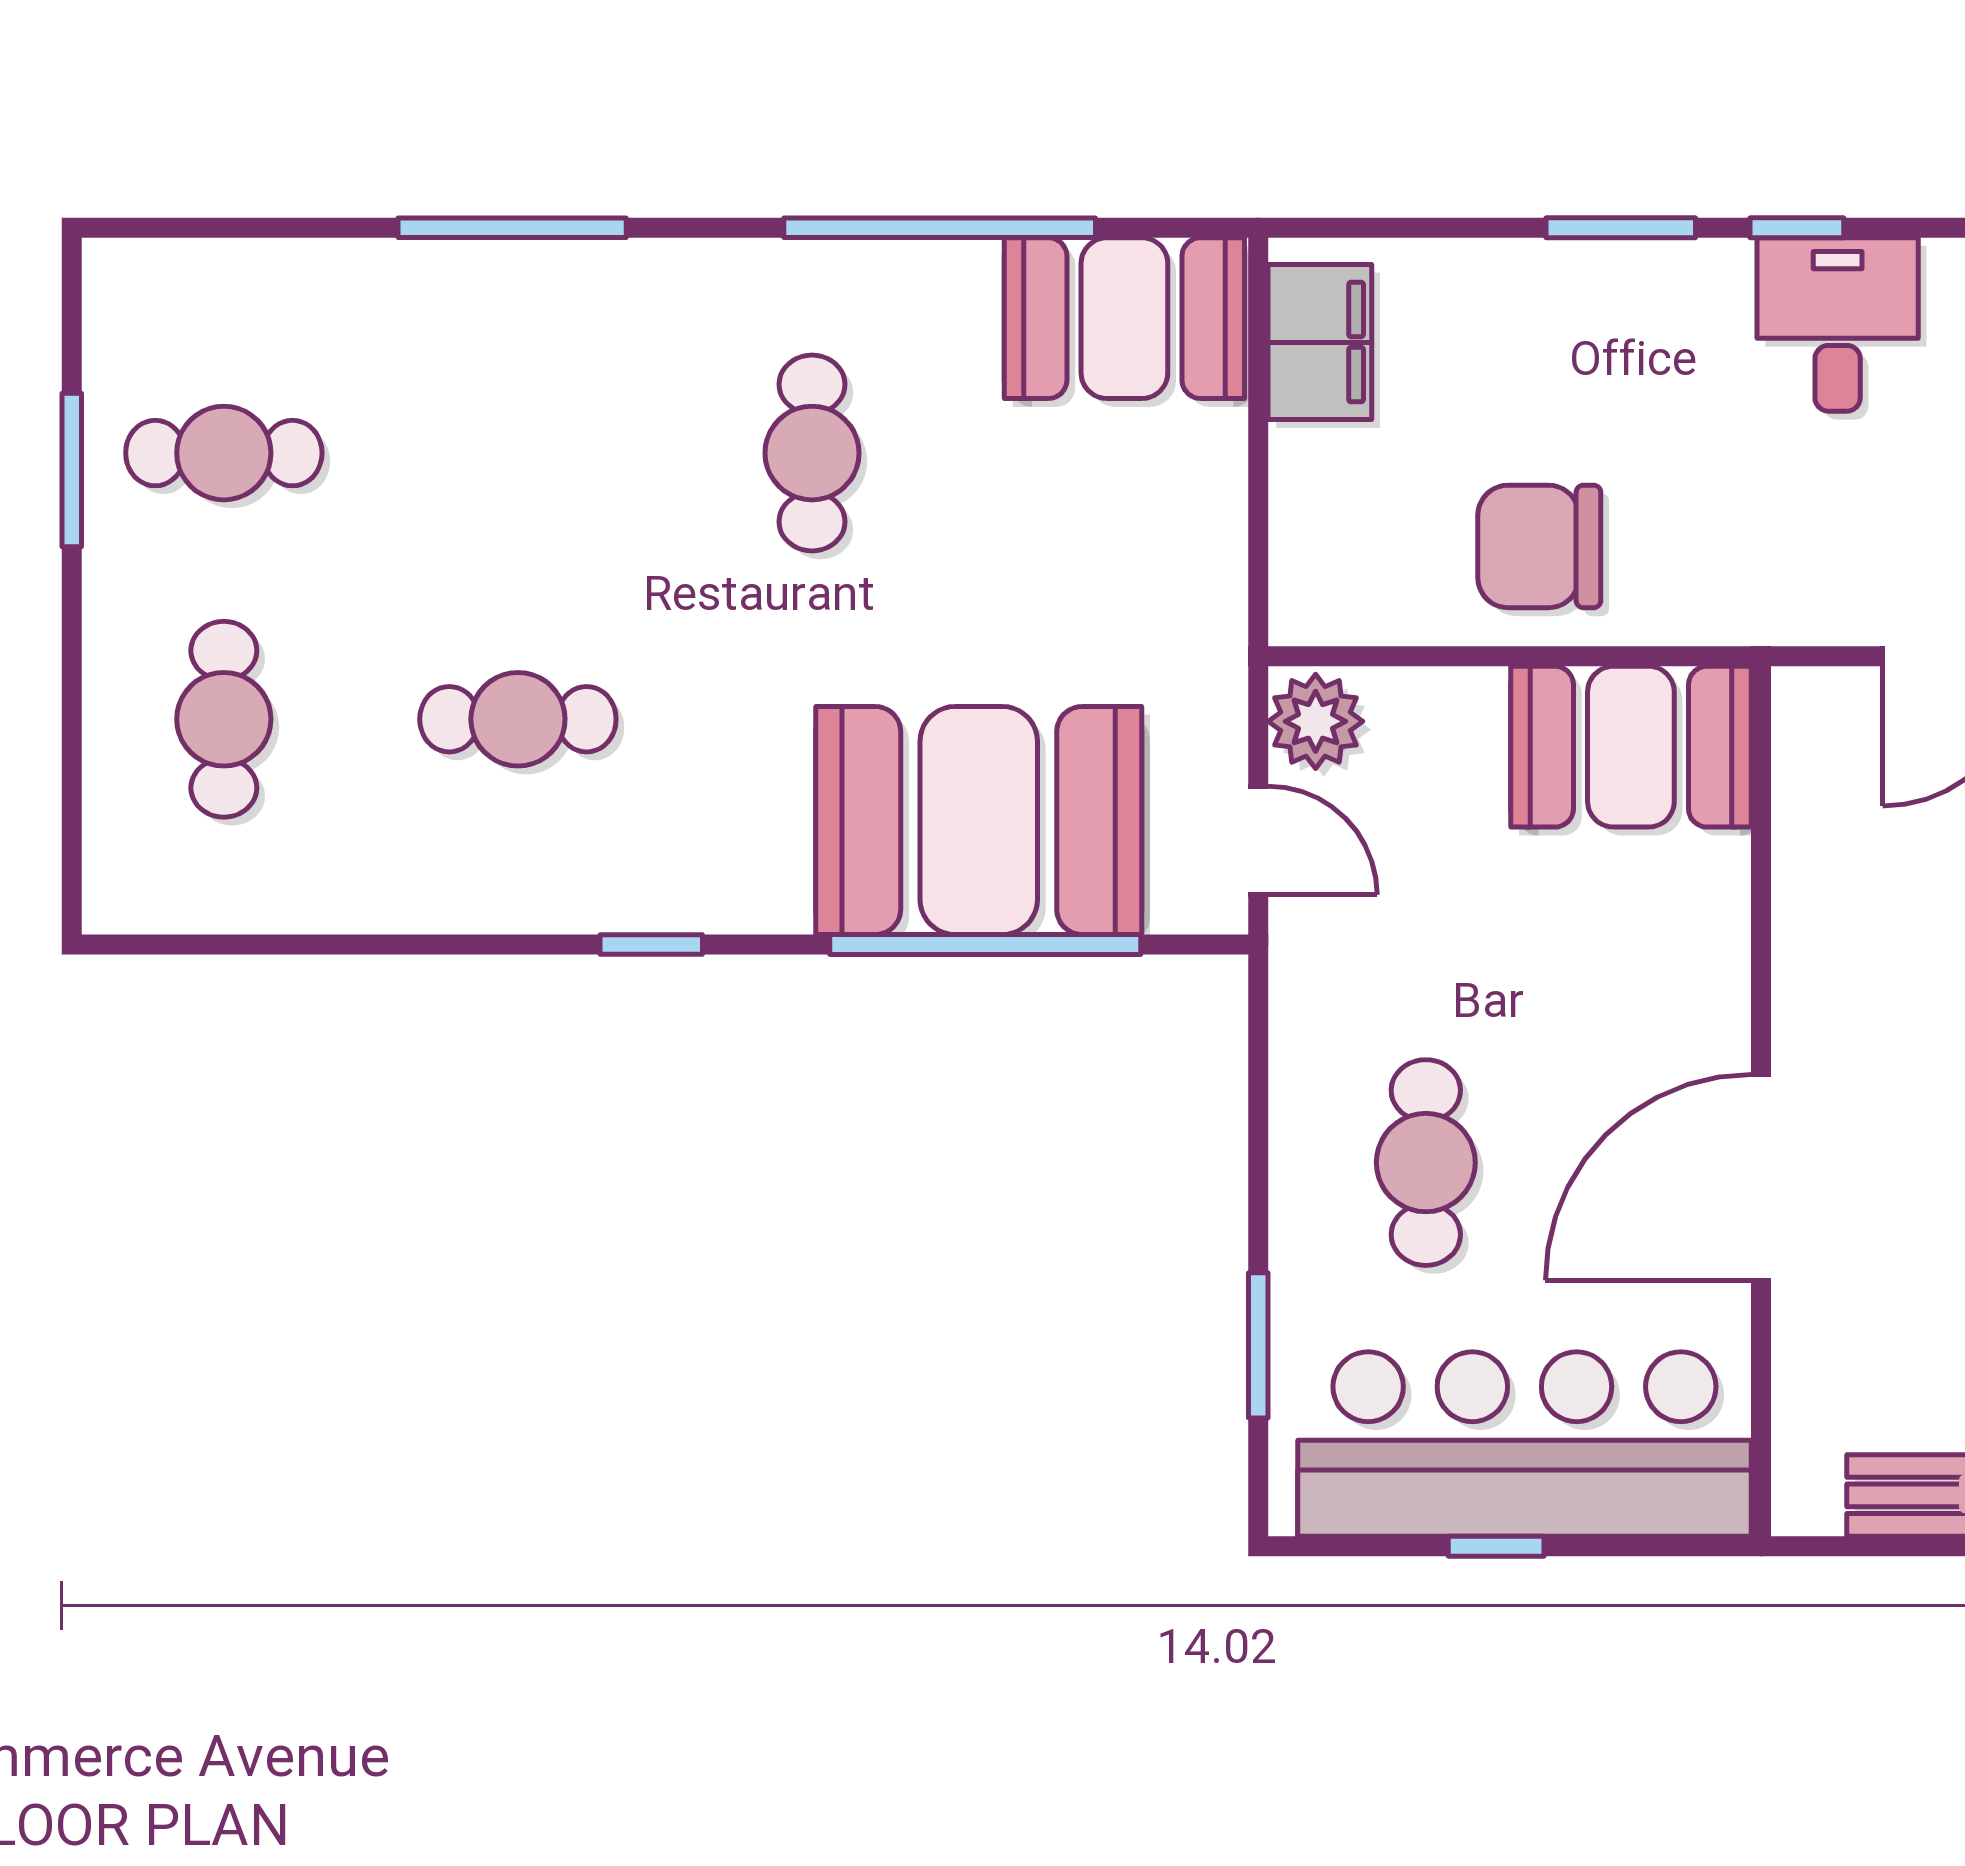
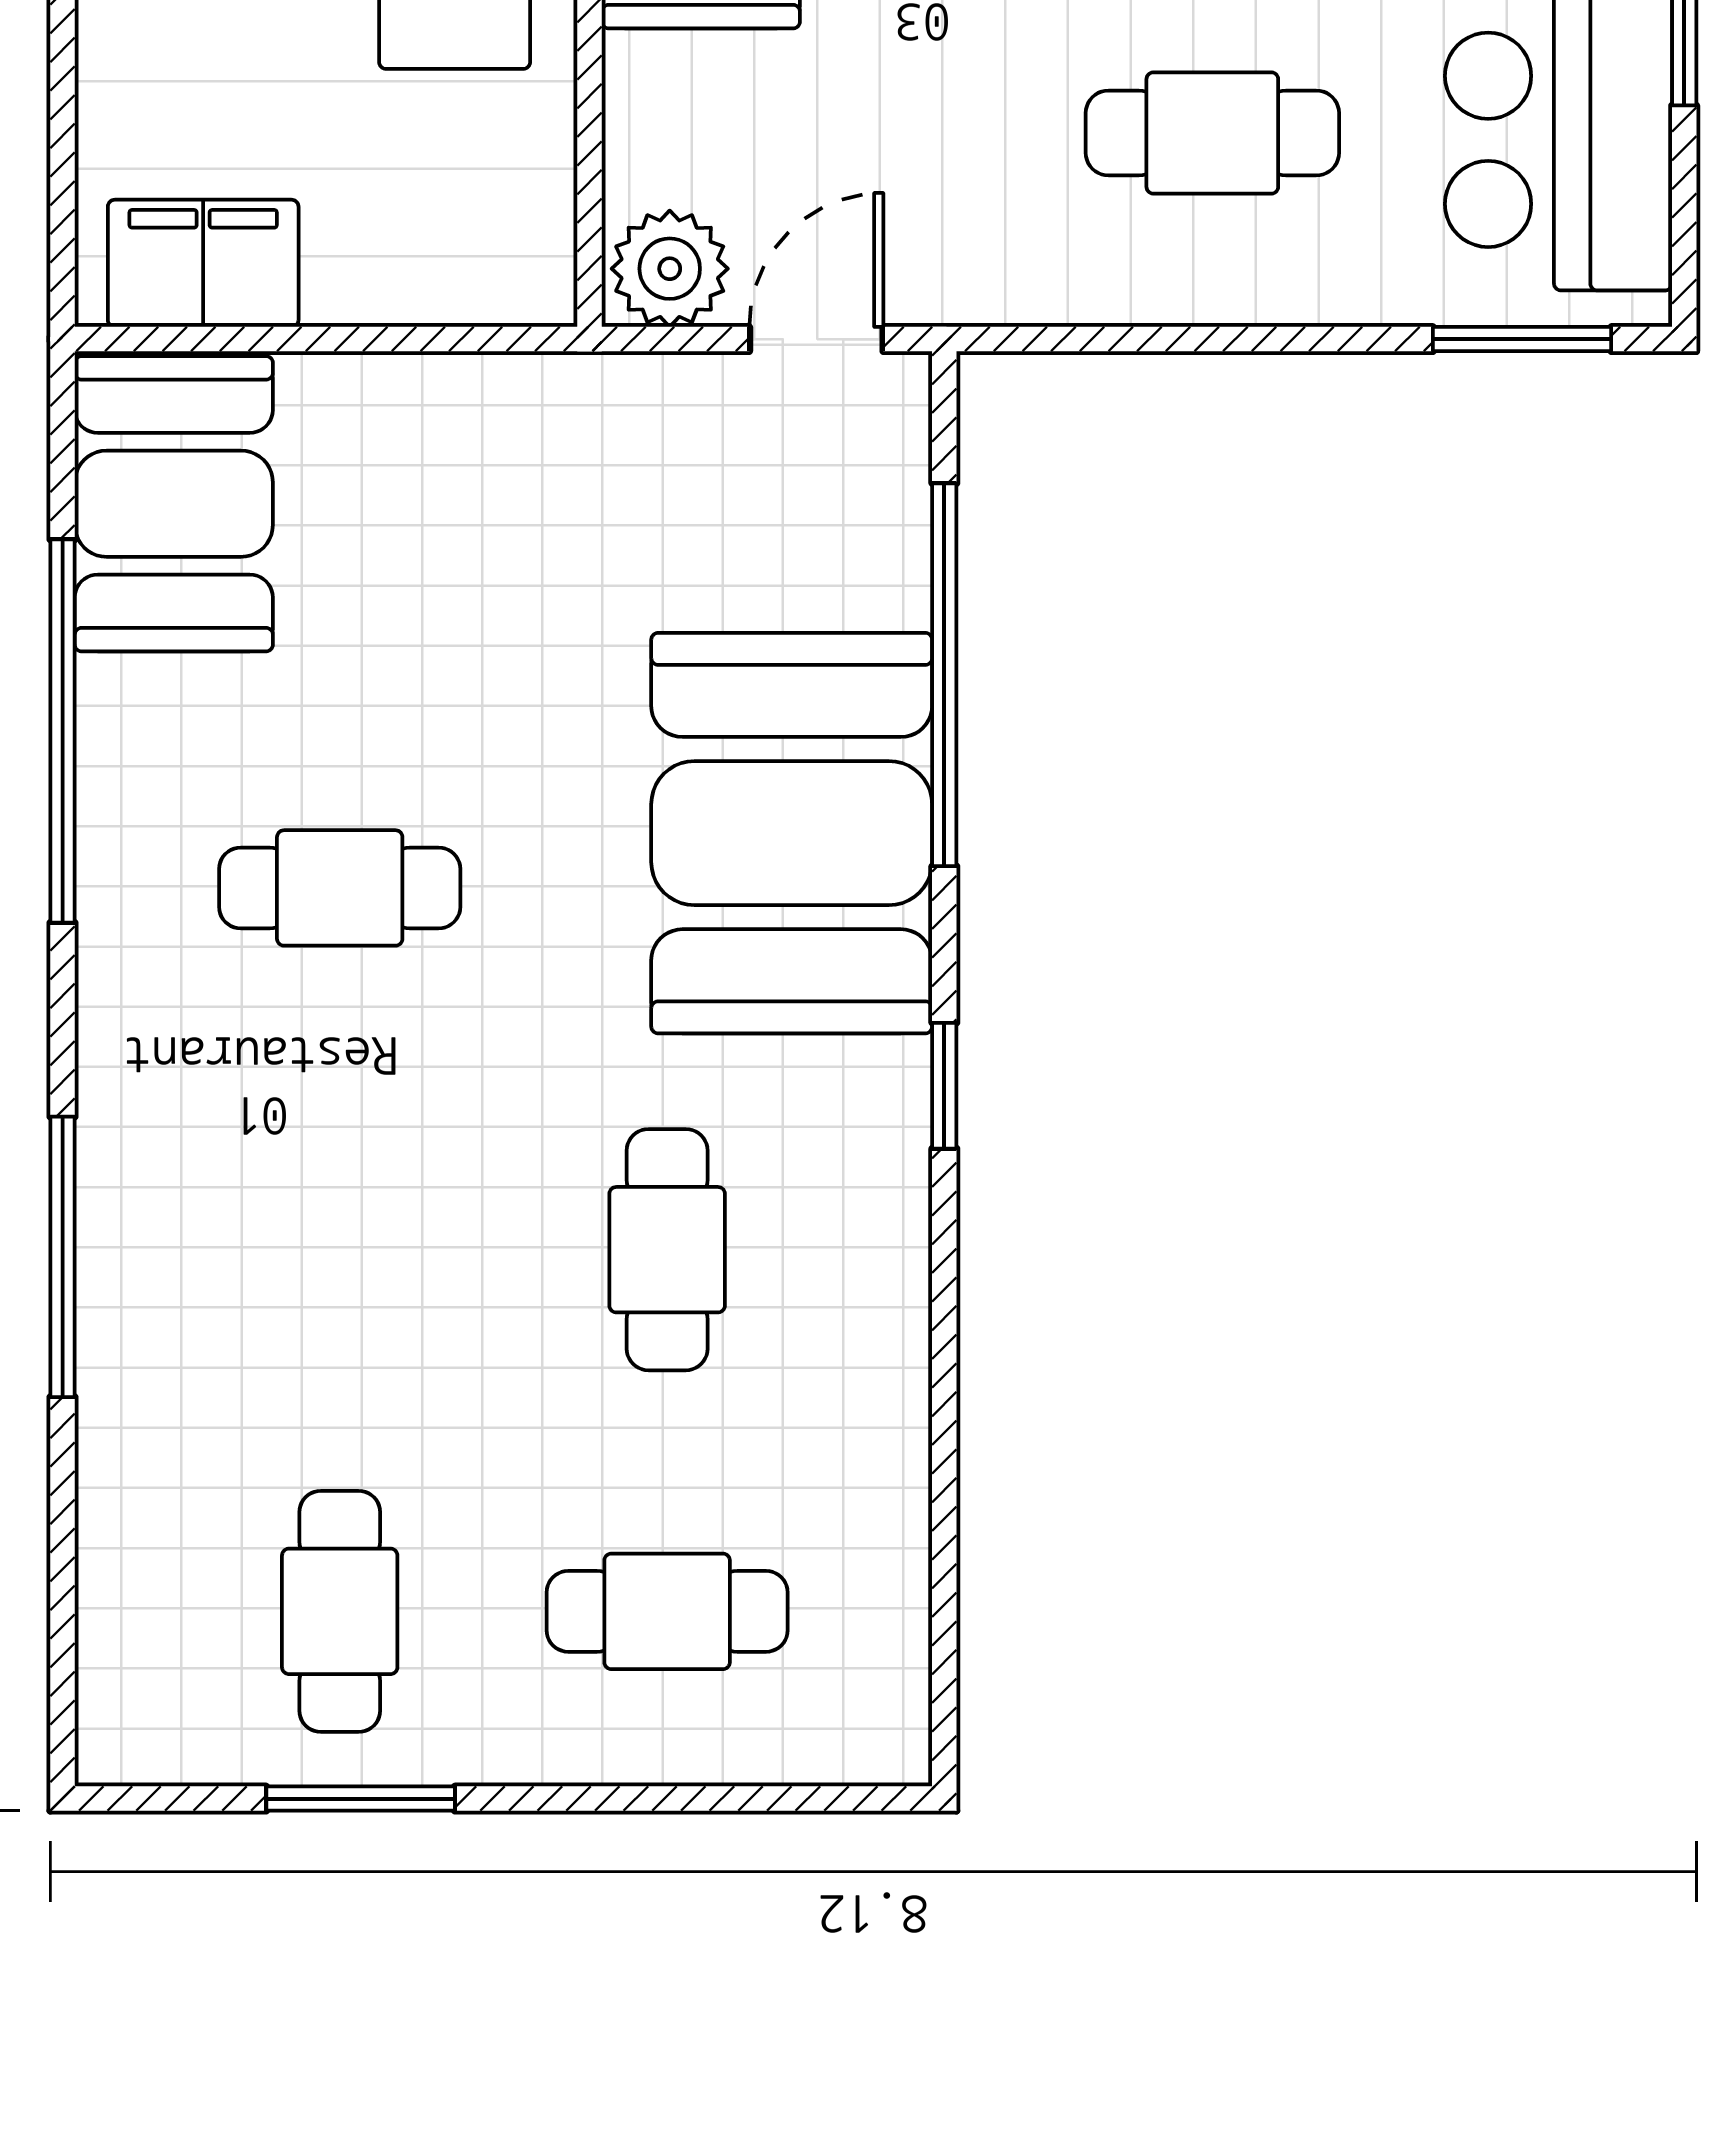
booth: (979, 820) -> (792, 833), moved
window: (1258, 1345) -> (1522, 339), moved

